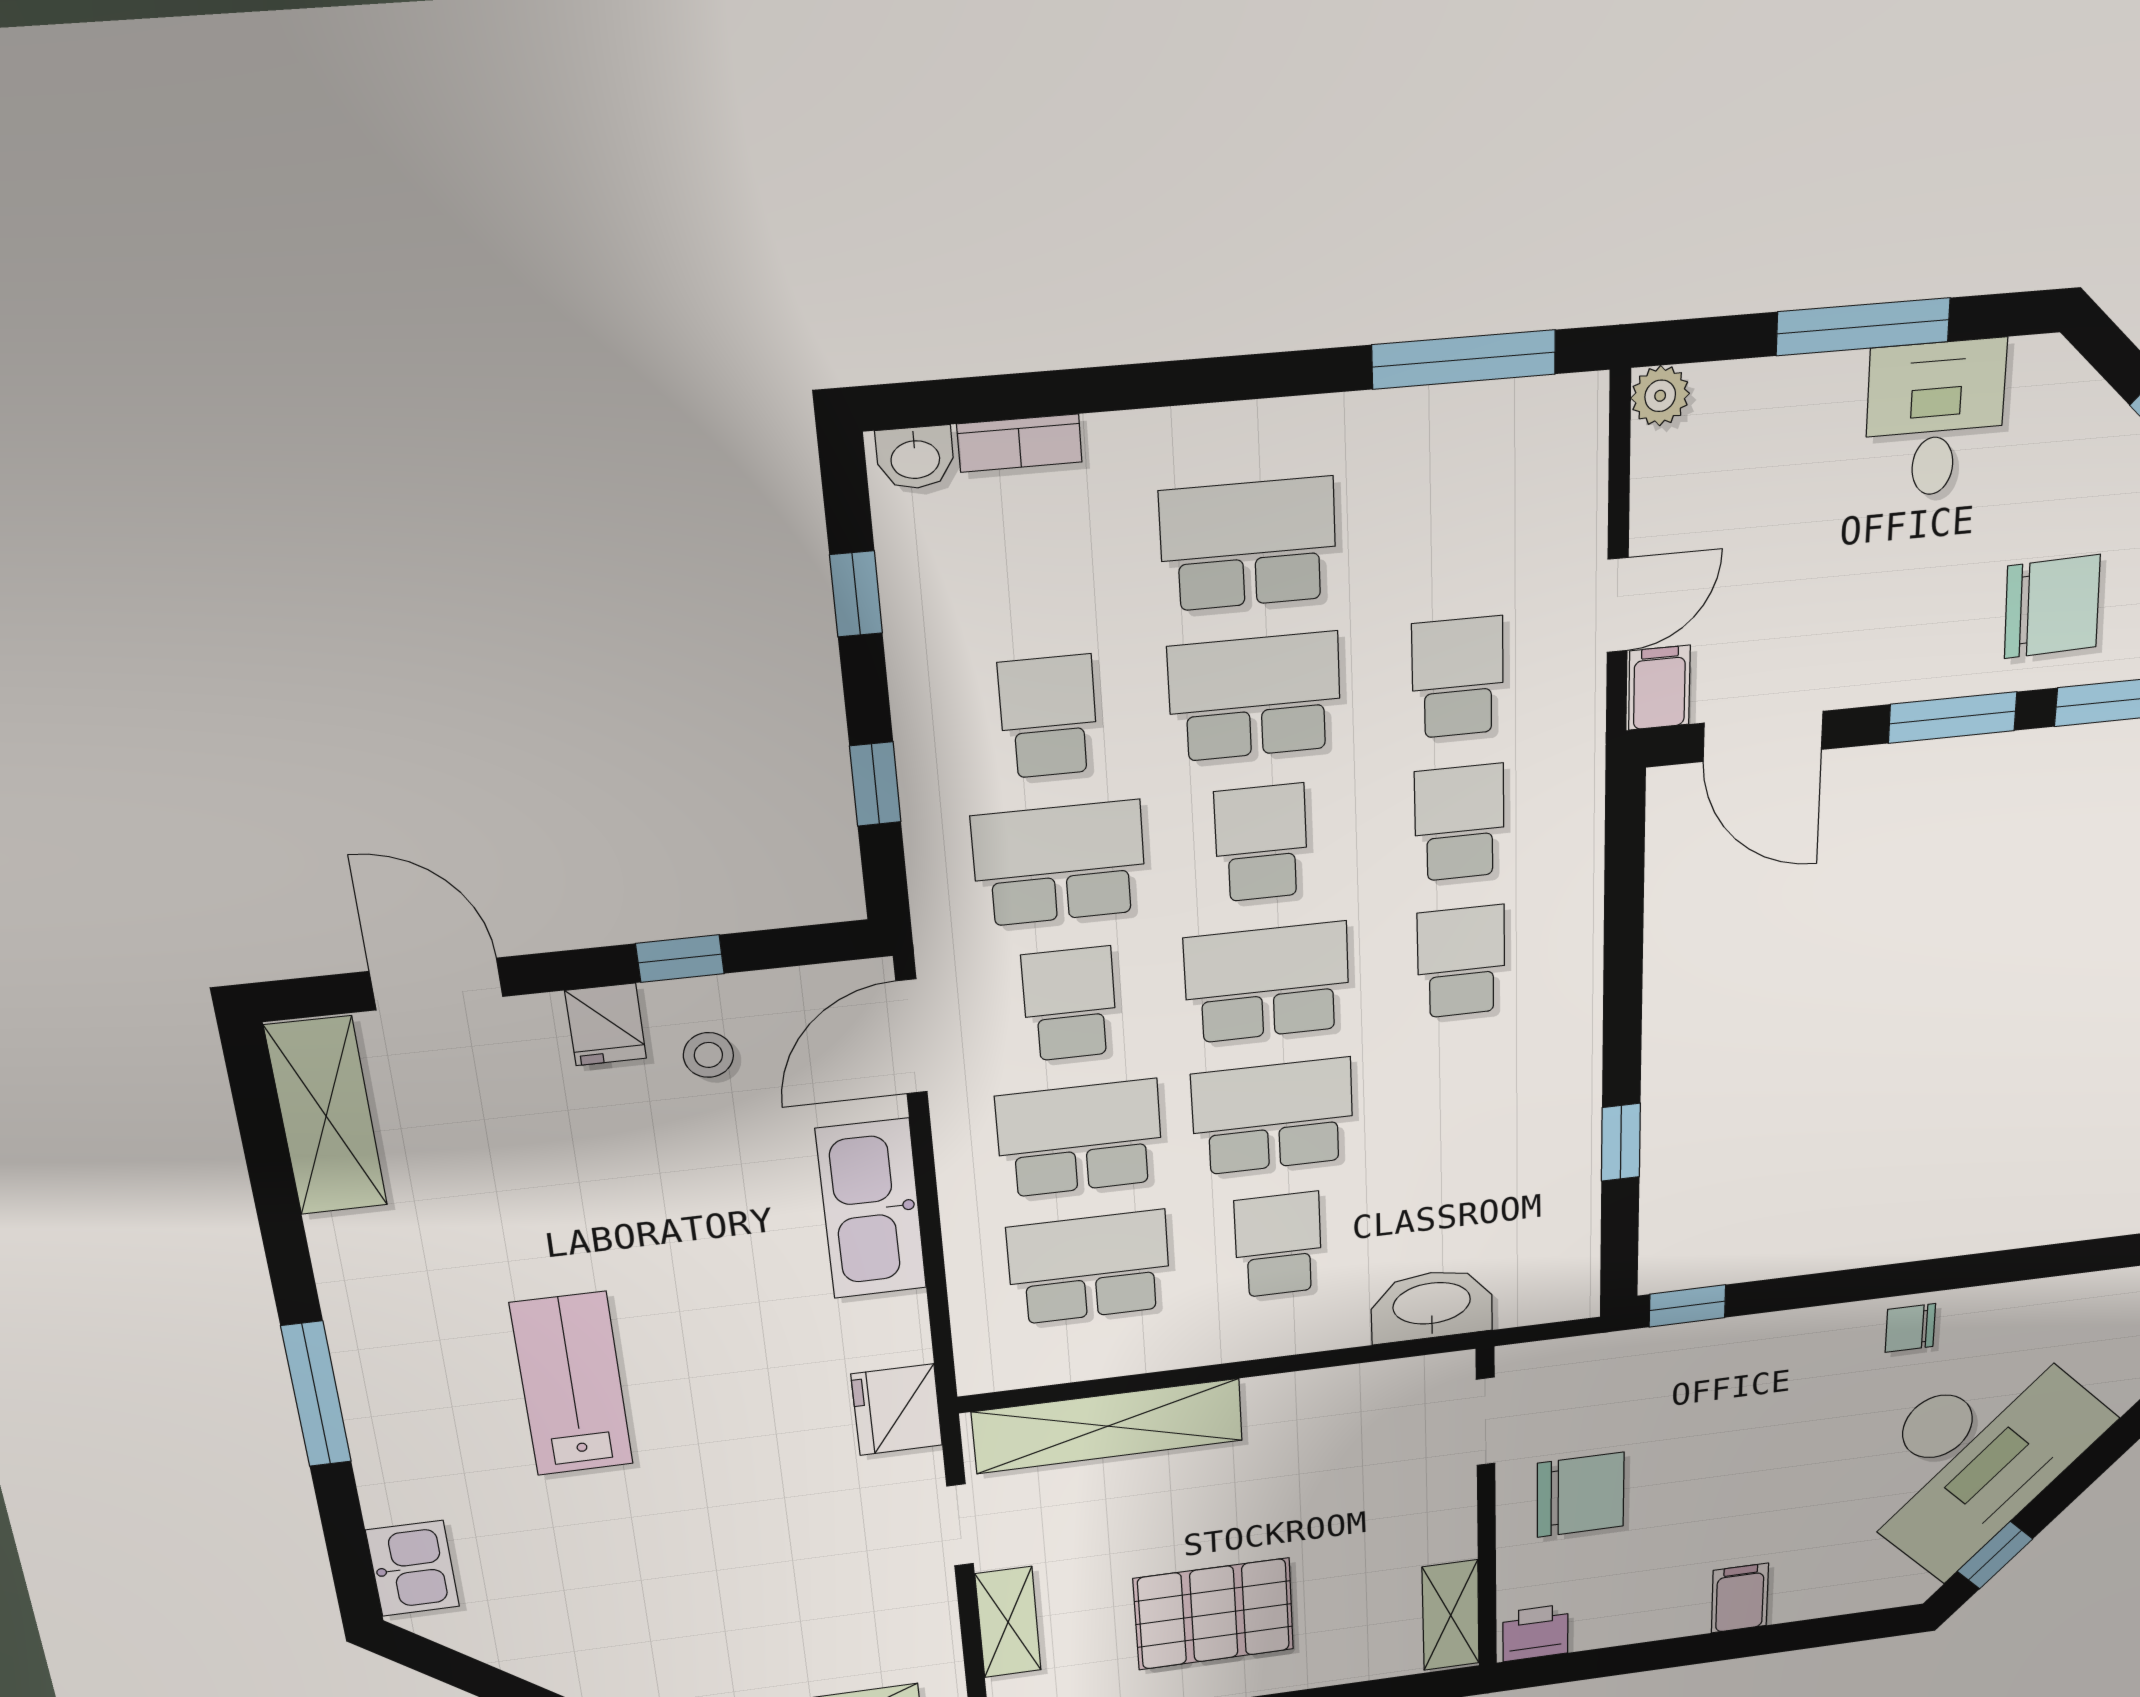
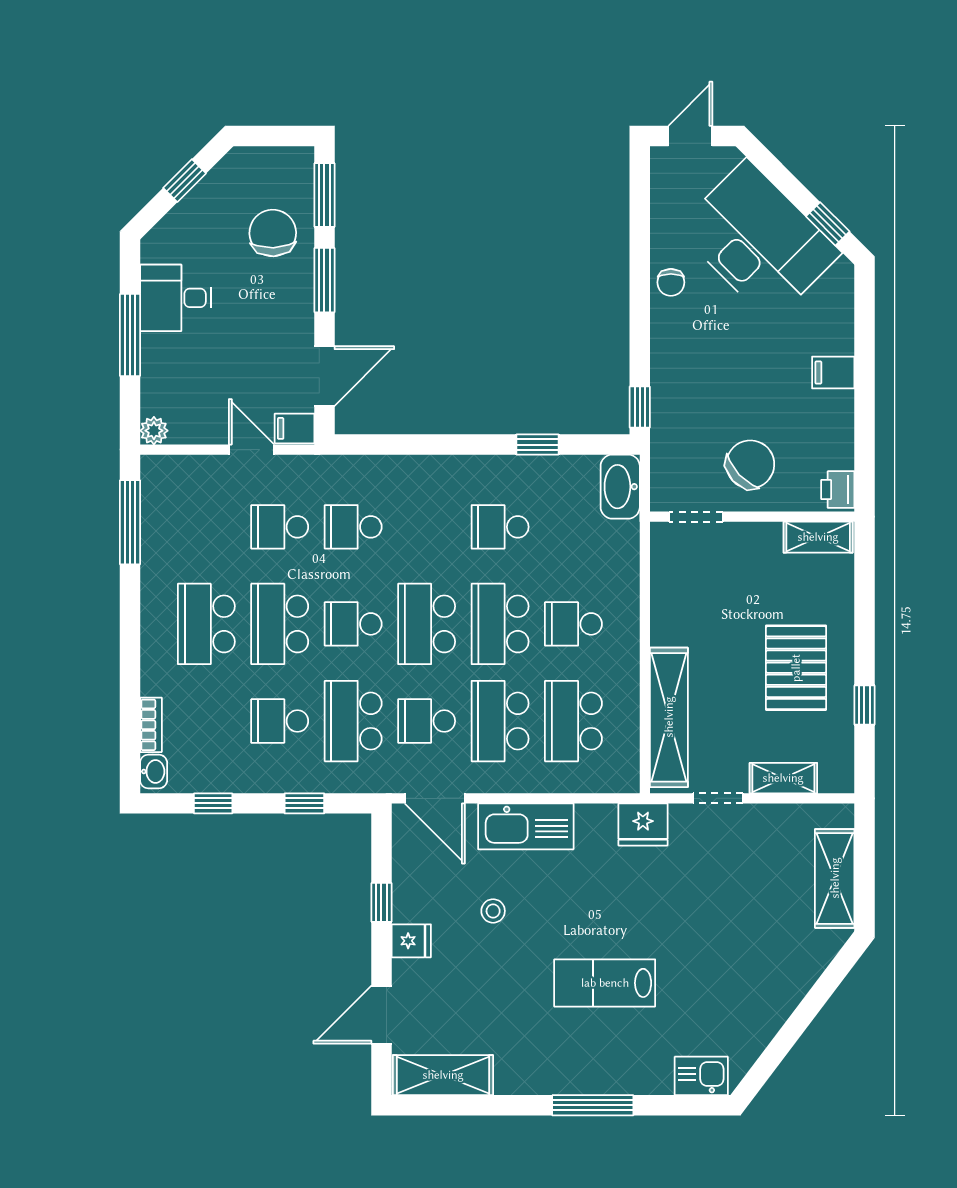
school desk: (1461, 962) -> (500, 527), moved
stool: (708, 1055) -> (493, 911), moved
washbasin: (1432, 1305) -> (620, 487), moved
chair: (1581, 1495) -> (750, 464), turned 47

